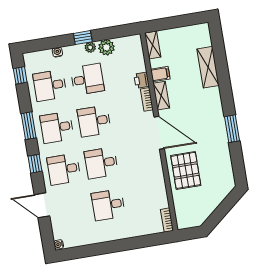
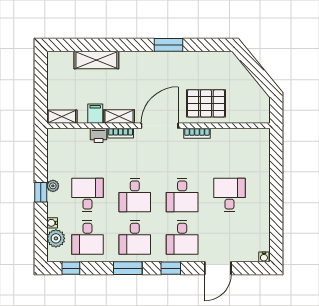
plant: (106, 47) -> (56, 238), moved
desk: (108, 205) -> (229, 195), turned 180
bookcase: (167, 220) -> (197, 133), moved

